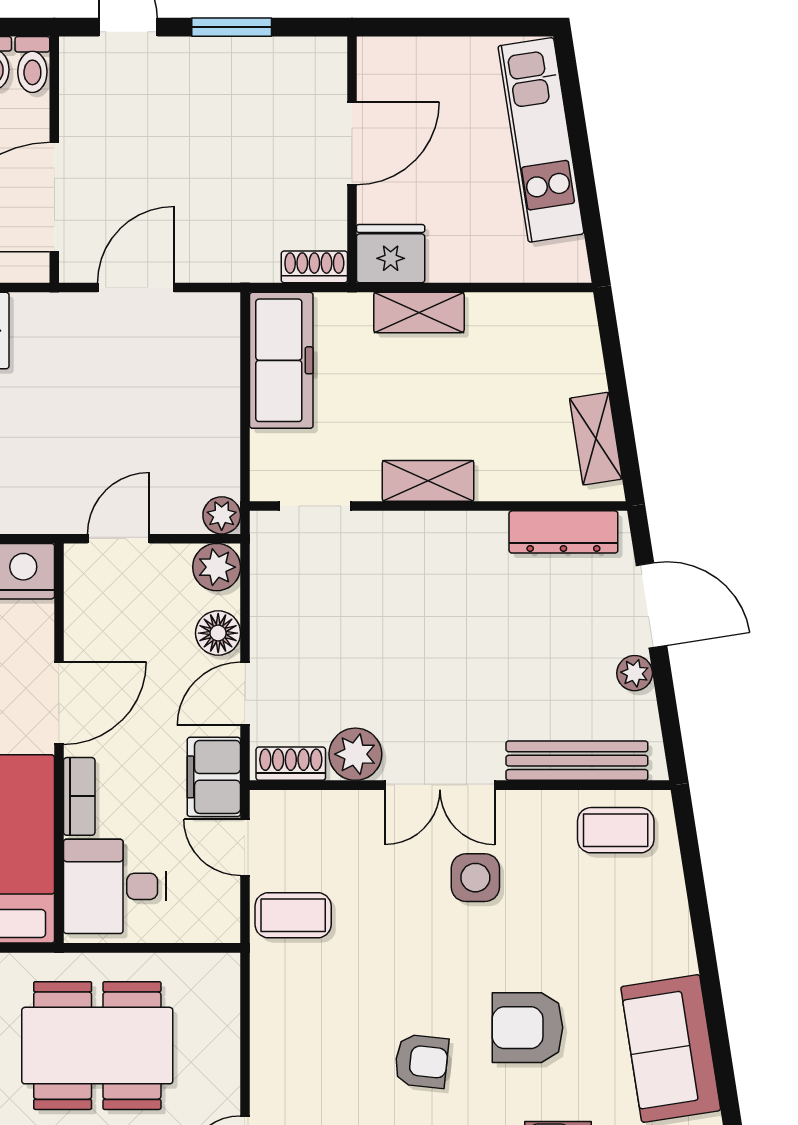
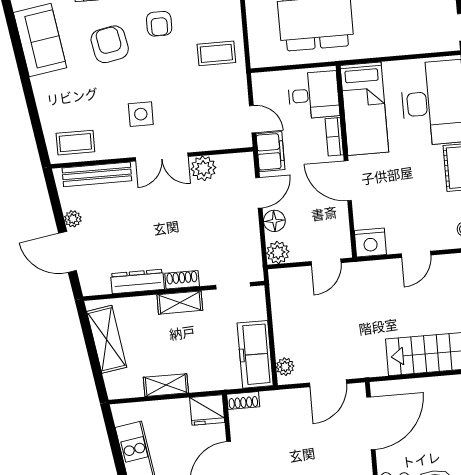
shelving: (419, 312) -> (166, 385), moved
shelving: (596, 439) -> (107, 339), width x1.50, depth x1.33
plant: (222, 515) -> (285, 367), moved
dresser: (563, 532) -> (137, 281), moved
door: (59, 703) -> (348, 181), hinge flipped
shoe rack: (291, 764) -> (182, 280), moved, turned 180
double door: (440, 785) -> (162, 157), swing flipped
coffee table: (293, 915) -> (216, 53), moved
armchair: (527, 1028) -> (110, 44), turned -101
armchair: (421, 1061) -> (159, 24), turned -96

